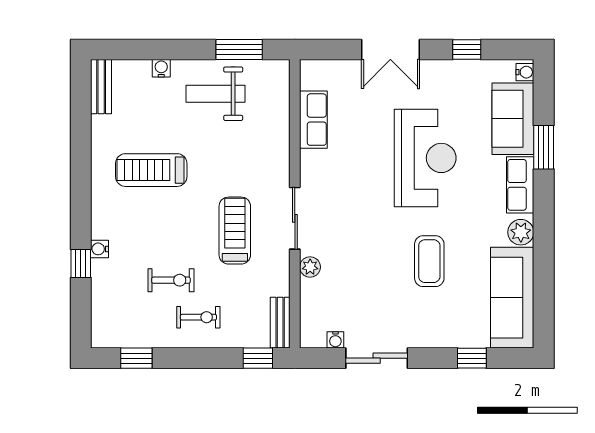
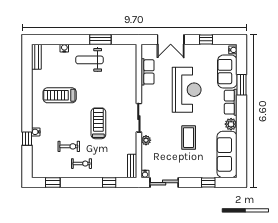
row of seats: (313, 120) -> (148, 72), moved
wall: (295, 204) -> (139, 111), moved
sliding door: (295, 218) -> (139, 118), moved
plant: (310, 267) -> (146, 140), moved
bench: (280, 323) -> (132, 166), moved

